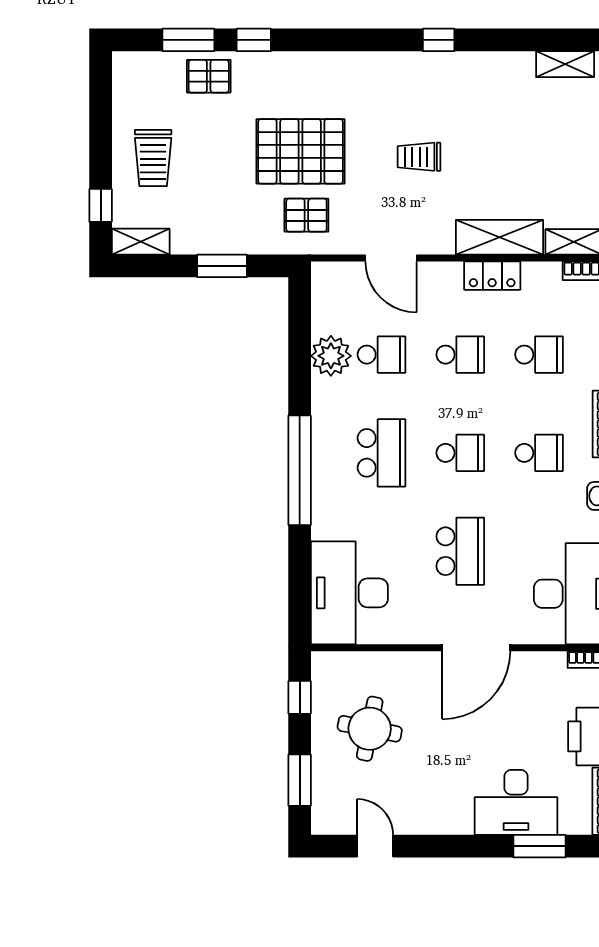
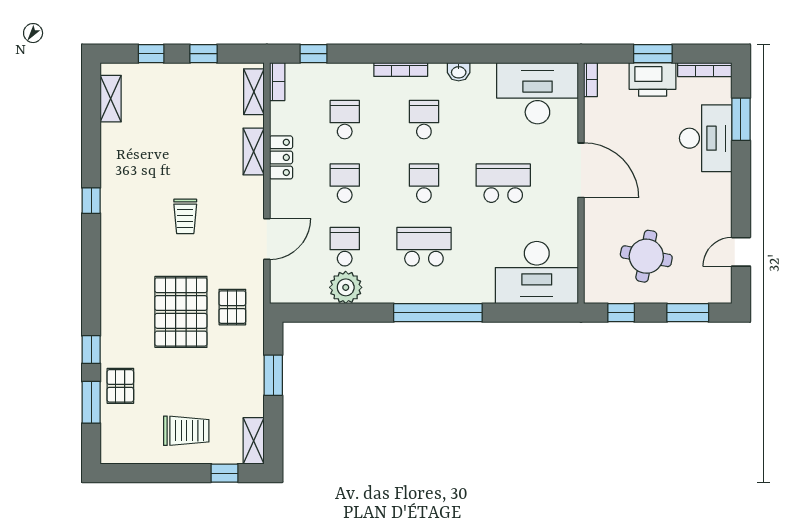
shelving: (499, 237) -> (254, 152), width x0.67, depth x0.75

